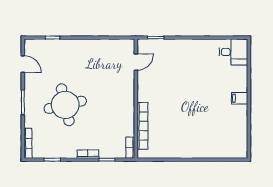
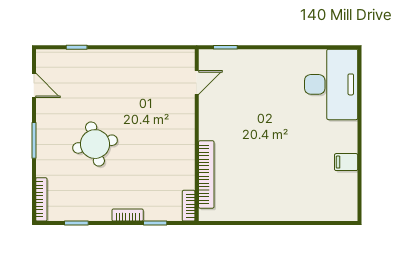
desk: (233, 52) -> (331, 84), width x1.87, depth x1.30
filing cabinet: (240, 98) -> (346, 162), moved
round table: (65, 105) -> (95, 144), width x0.73, depth x0.73

